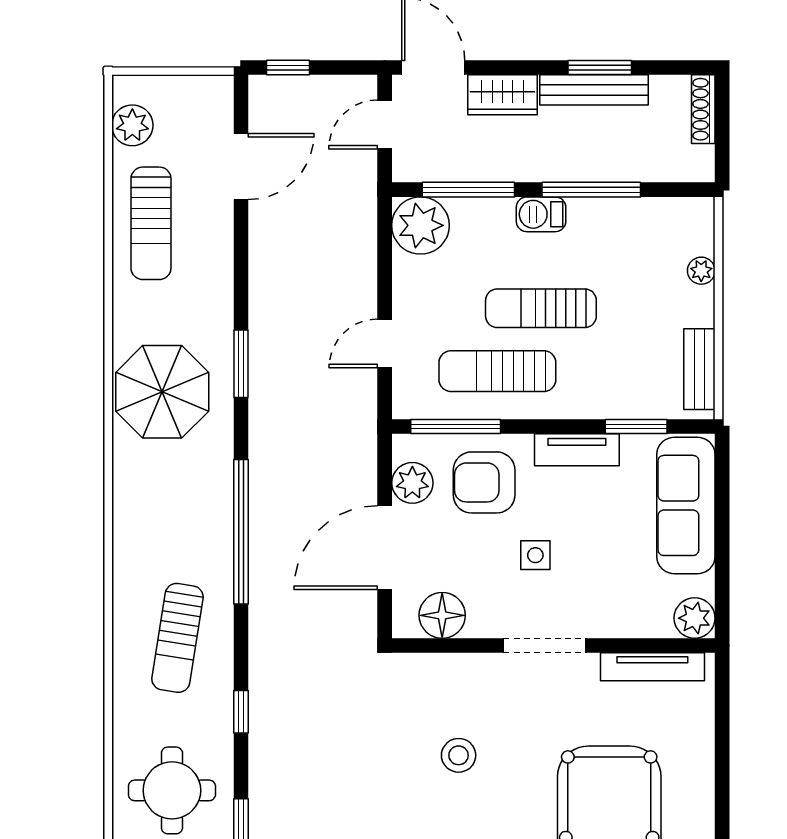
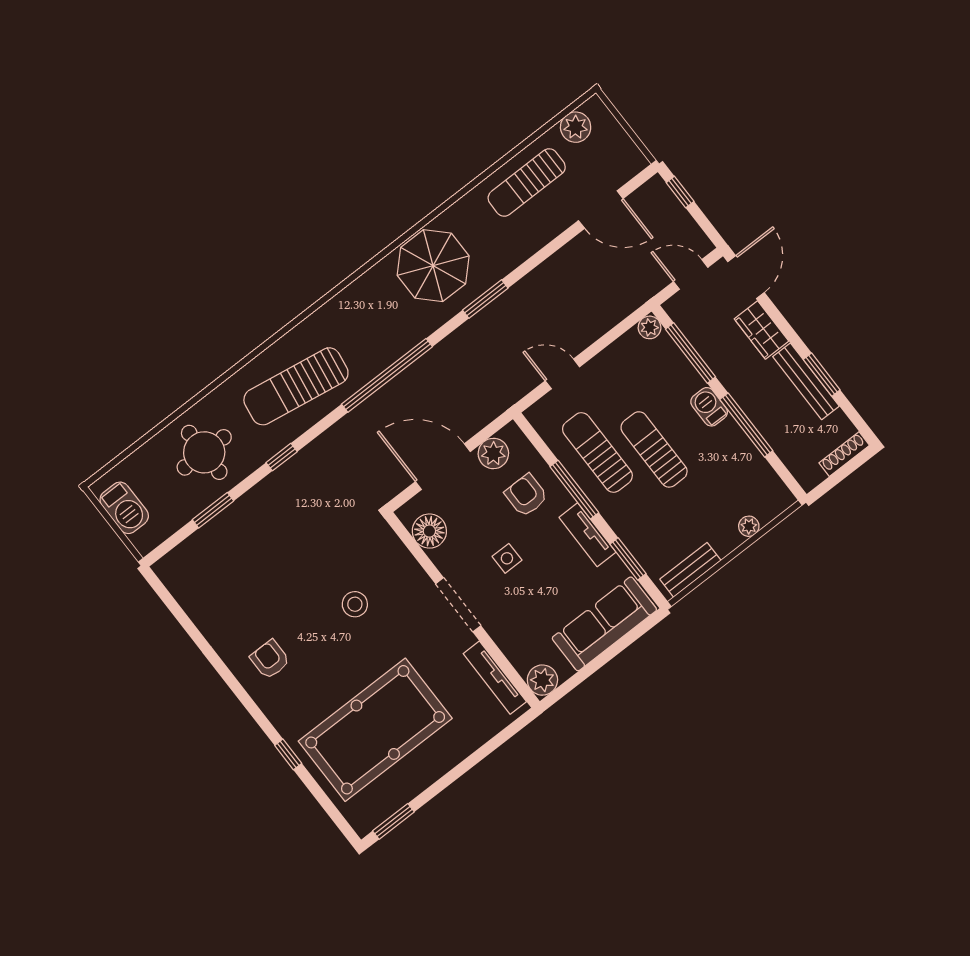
plant: (421, 225) -> (650, 327), width x0.53, depth x0.53
window: (456, 427) -> (574, 490), moved
armchair: (484, 482) -> (526, 495), width x0.72, depth x0.72
sun lounger: (177, 638) -> (296, 386), width x1.36, depth x1.34

